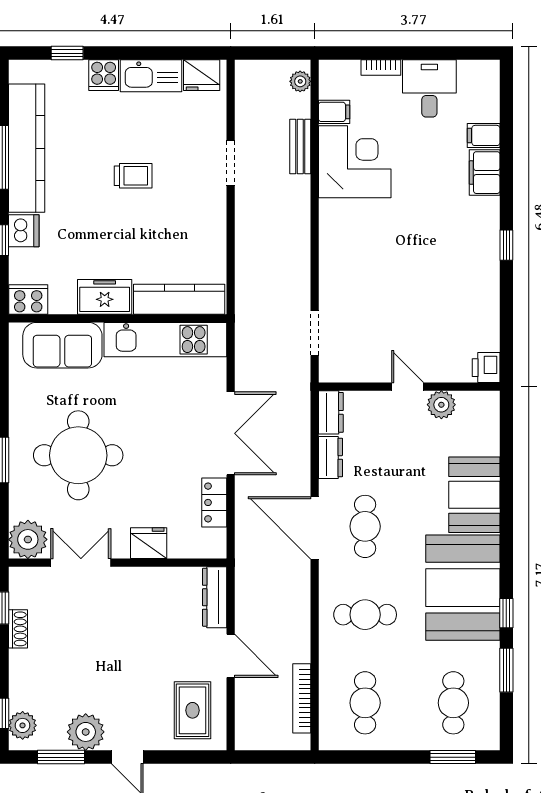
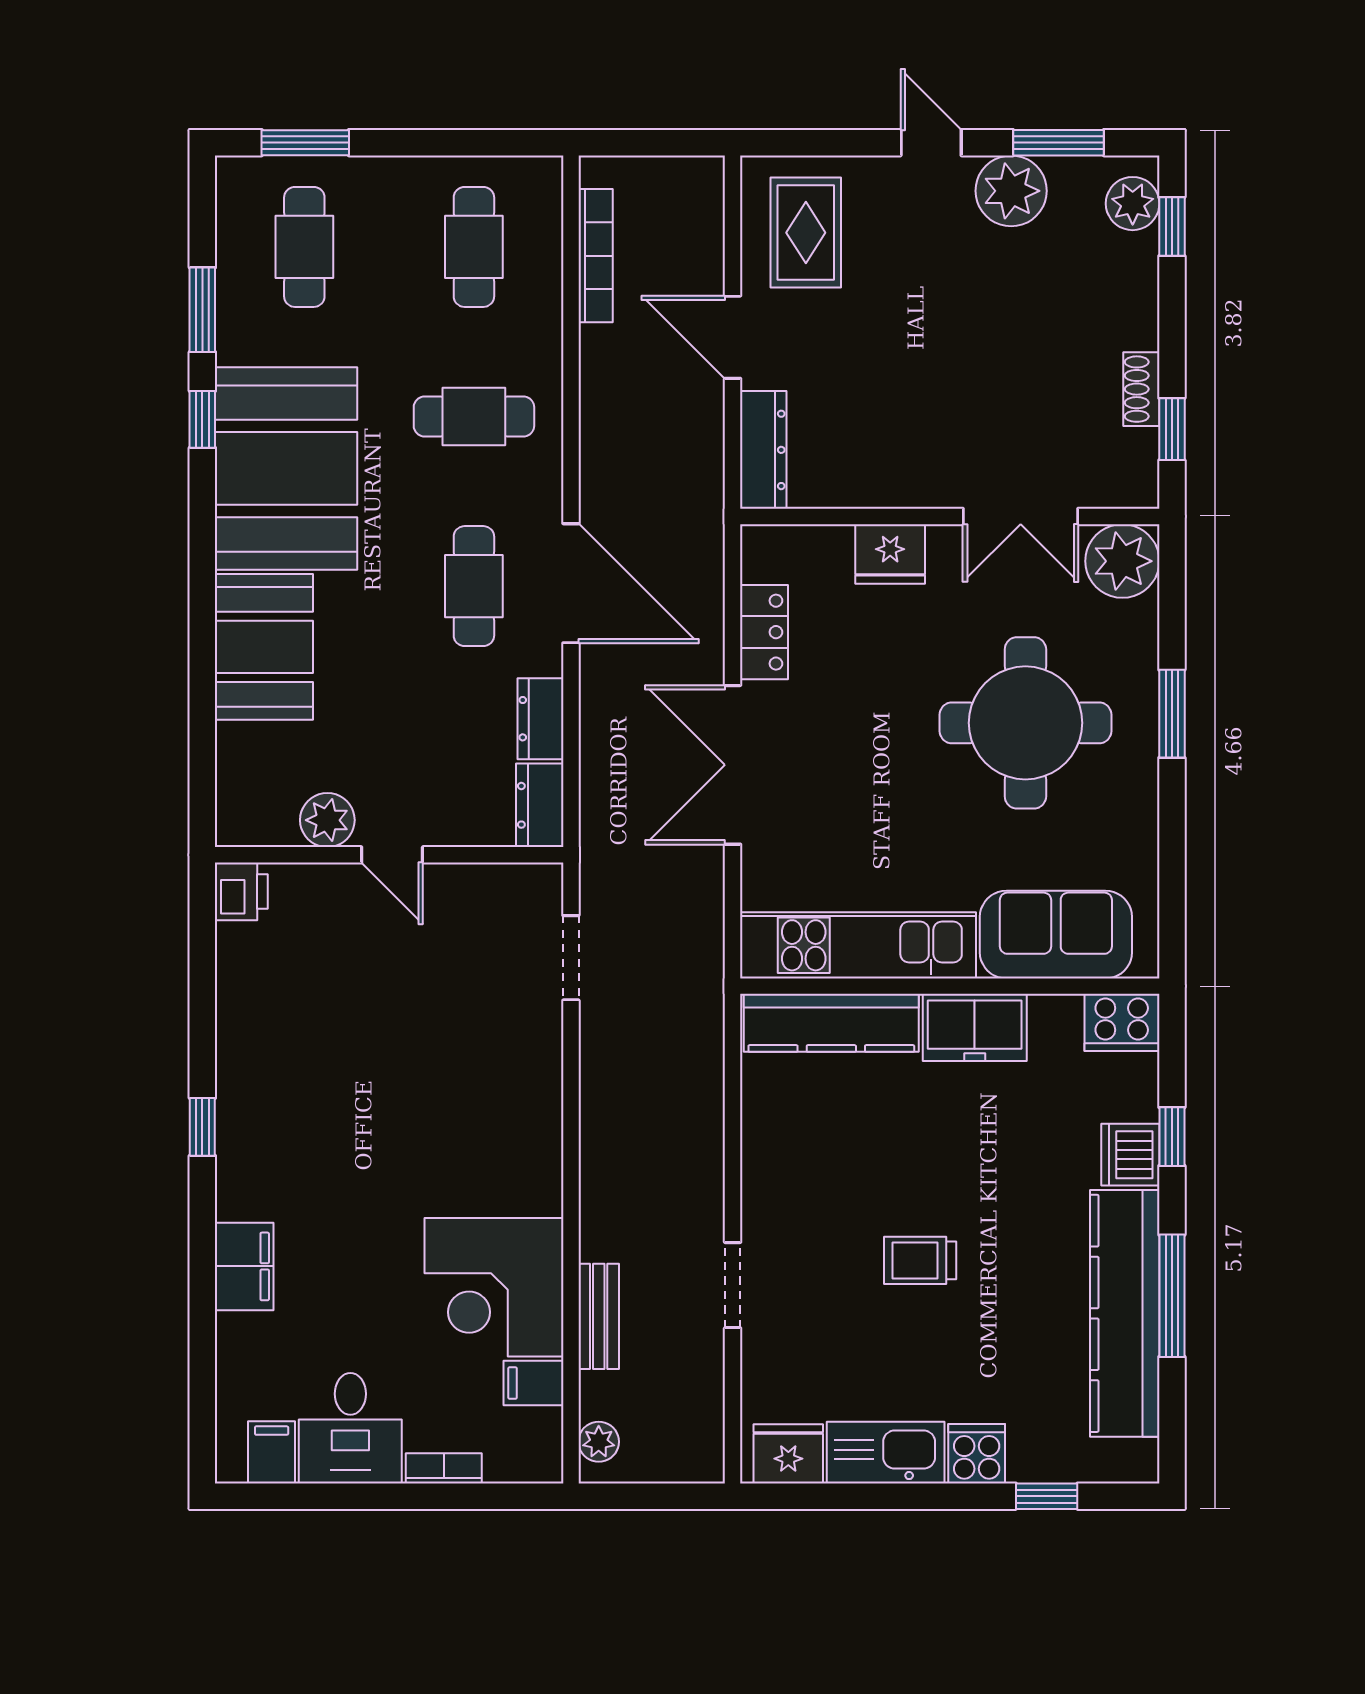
filing cabinet: (484, 135) -> (272, 1452), moved, turned -90

